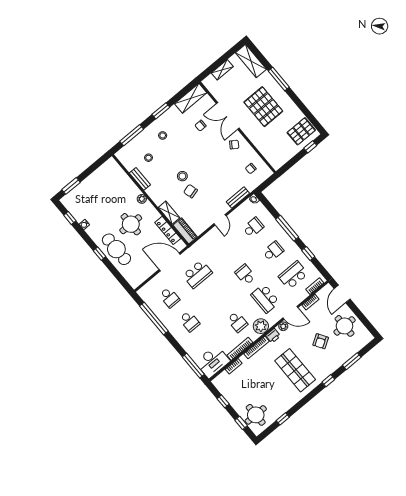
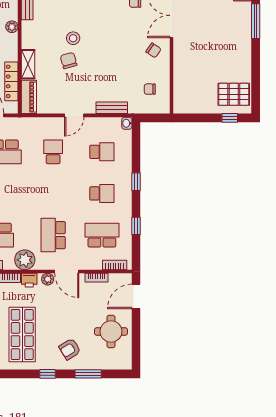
pallet: (263, 107) -> (216, 36), removed
window: (287, 228) -> (136, 182), width x0.46
school desk: (245, 275) -> (53, 152), moved
armchair: (321, 341) -> (70, 349), moved

